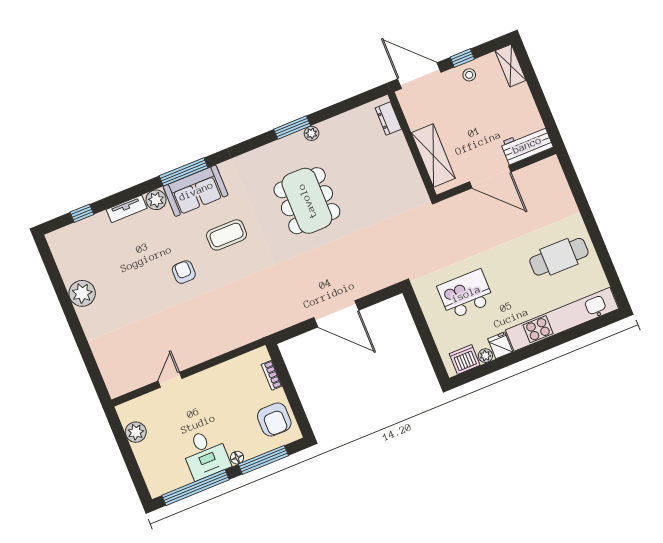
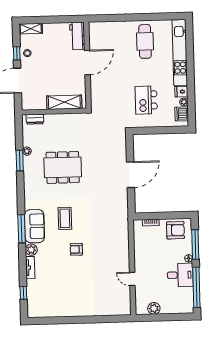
dresser: (388, 118) -> (35, 119), moved
wall: (412, 145) -> (54, 112), moved
shelving: (433, 155) -> (64, 102), moved
plant: (82, 293) -> (67, 309), removed

